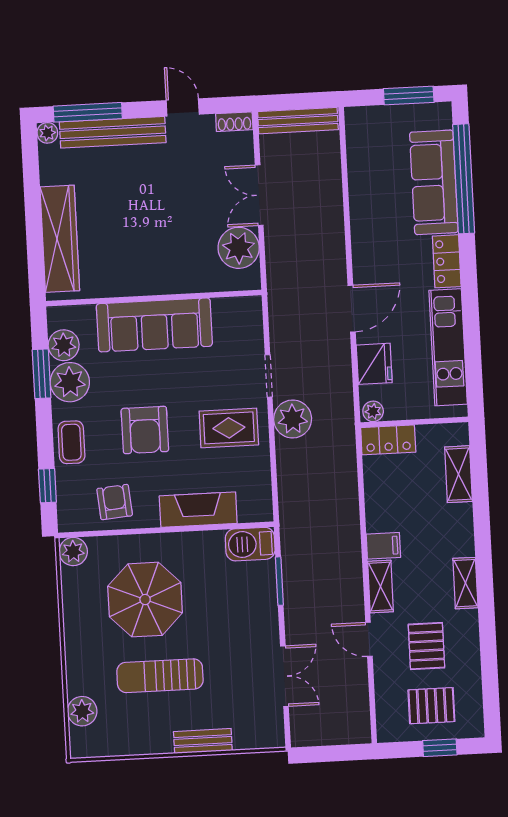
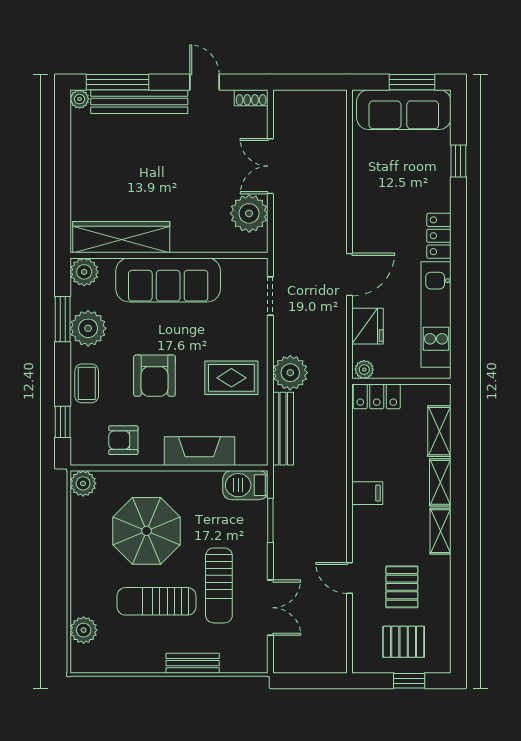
bench: (298, 121) -> (283, 429), moved, turned 90
window: (464, 179) -> (458, 161), width x0.32
sofa: (434, 182) -> (404, 110), moved, turned -90
wardrobe: (60, 239) -> (121, 237), moved, turned -90
plant: (64, 345) -> (84, 272), moved
doorway: (269, 376) -> (270, 296), moved
armchair: (115, 502) -> (123, 440), turned -85
shelving: (381, 586) -> (440, 482), moved
sun lounger: (227, 655) -> (219, 585), added

